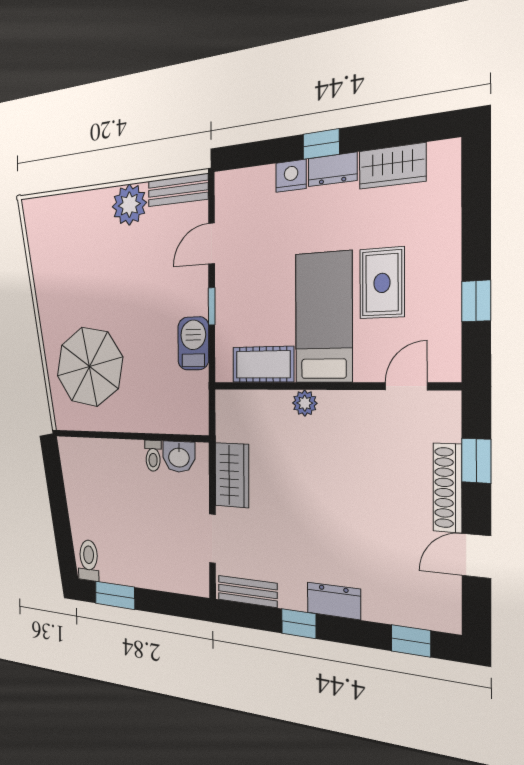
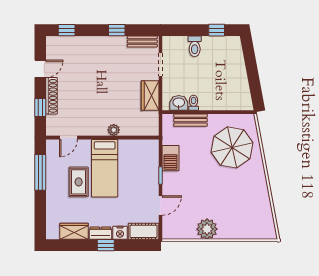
bench: (178, 190) -> (191, 120), moved
window: (476, 301) -> (40, 172), width x2.17
cot: (263, 364) -> (143, 231), moved
toilet: (89, 560) -> (195, 46), moved
window: (115, 595) -> (217, 30), width x0.67
dresser: (334, 601) -> (100, 43), removed

